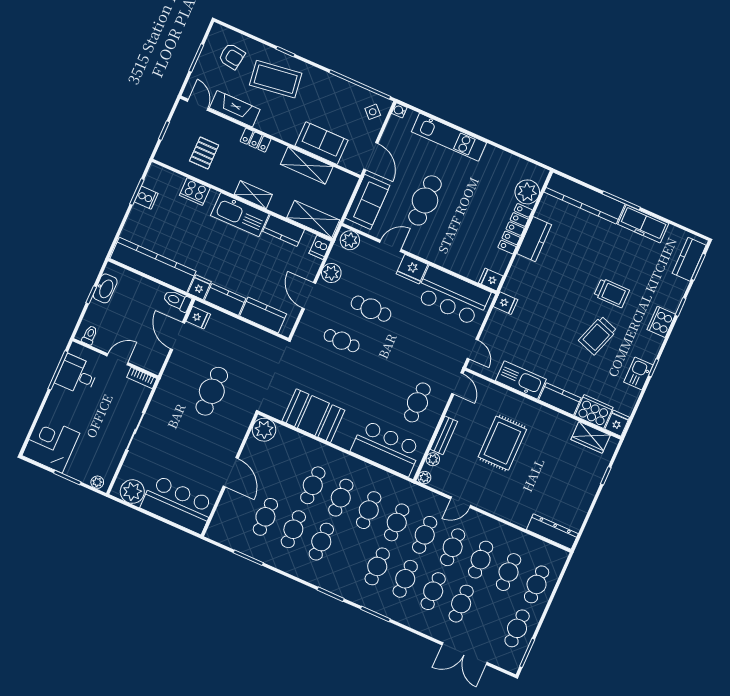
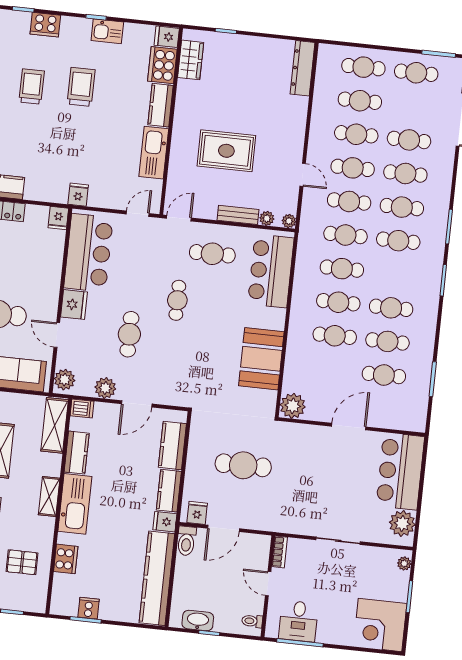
trolley: (598, 336) -> (81, 87), turned -109
cafe table: (342, 341) -> (177, 300), moved
cafe table: (212, 391) -> (243, 465), moved

